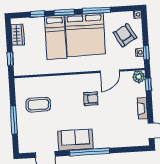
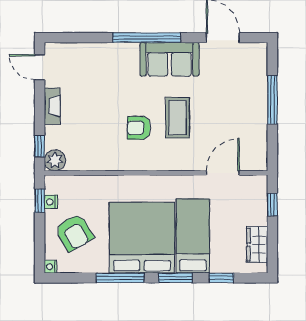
door: (110, 71) -> (223, 173), moved
coffee table: (38, 105) -> (178, 118), moved, turned 90

